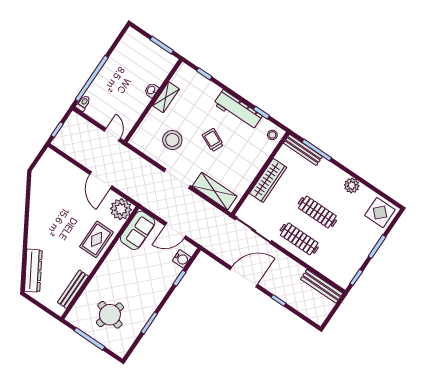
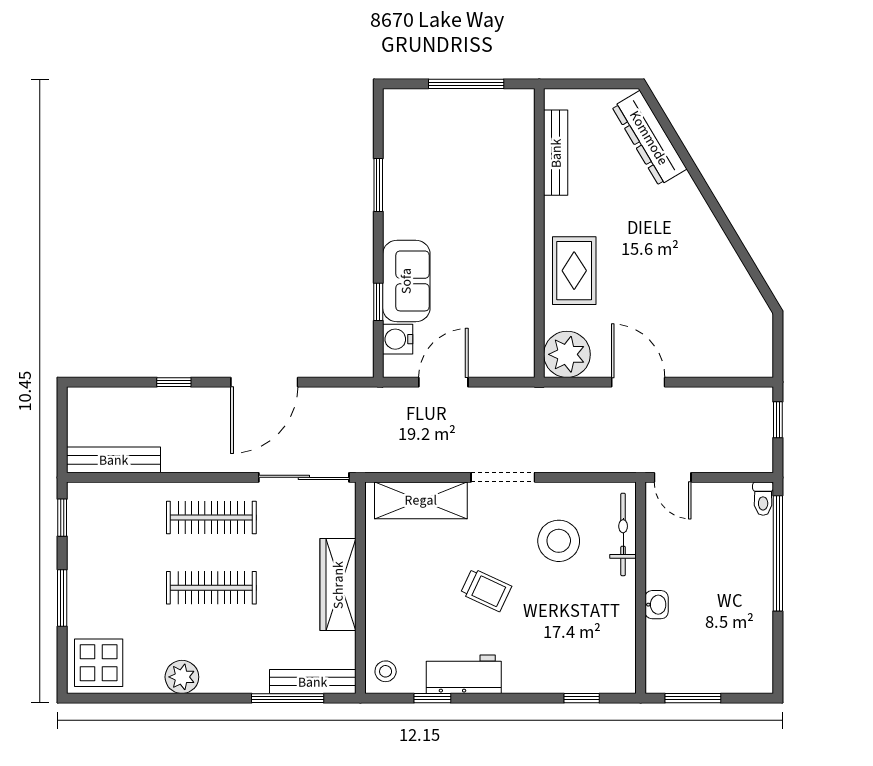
shelving: (166, 97) -> (622, 610), removed
workbench: (238, 110) -> (464, 674), width x0.73
bicycle: (146, 126) -> (623, 534), added
sofa: (138, 230) -> (406, 281), moved, turned 180
round table: (110, 315) -> (458, 152), removed

